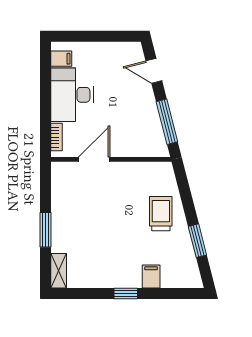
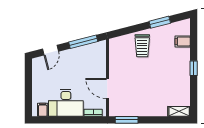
trolley: (161, 214) -> (142, 46), turned -90
window: (45, 230) -> (127, 120), moved
filing cabinet: (151, 276) -> (183, 41), moved

